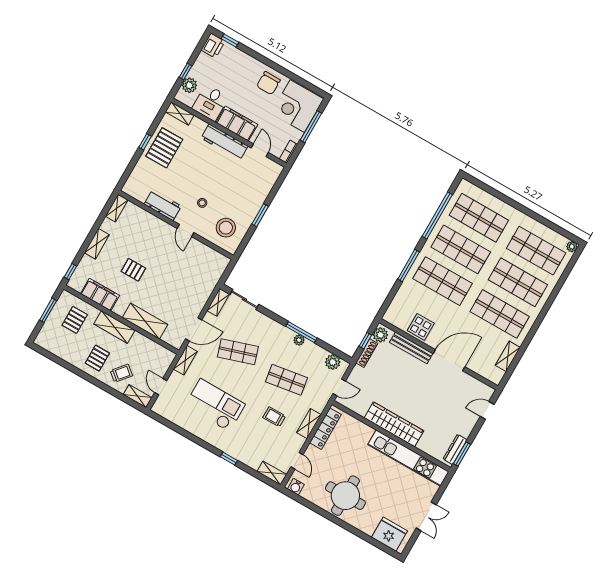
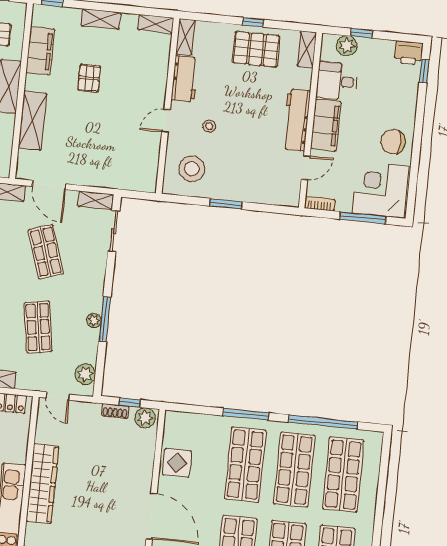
shelving: (135, 192) -> (185, 37), added
bench: (411, 348) -> (146, 463), removed
shoe rack: (367, 353) -> (115, 411), width x0.70

